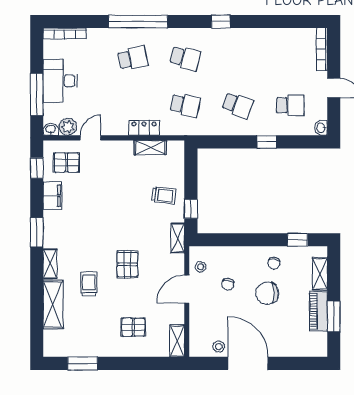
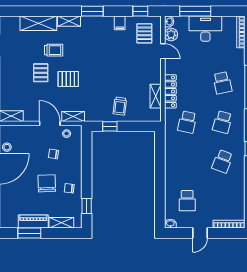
school desk: (238, 105) -> (222, 161), moved
locker: (144, 128) -> (170, 91), width x1.53
window: (267, 142) -> (160, 183), removed
filing cabinet: (52, 196) -> (120, 23), width x0.50
shelving: (178, 238) -> (73, 116), moved
pallet: (133, 327) -> (41, 73), moved

